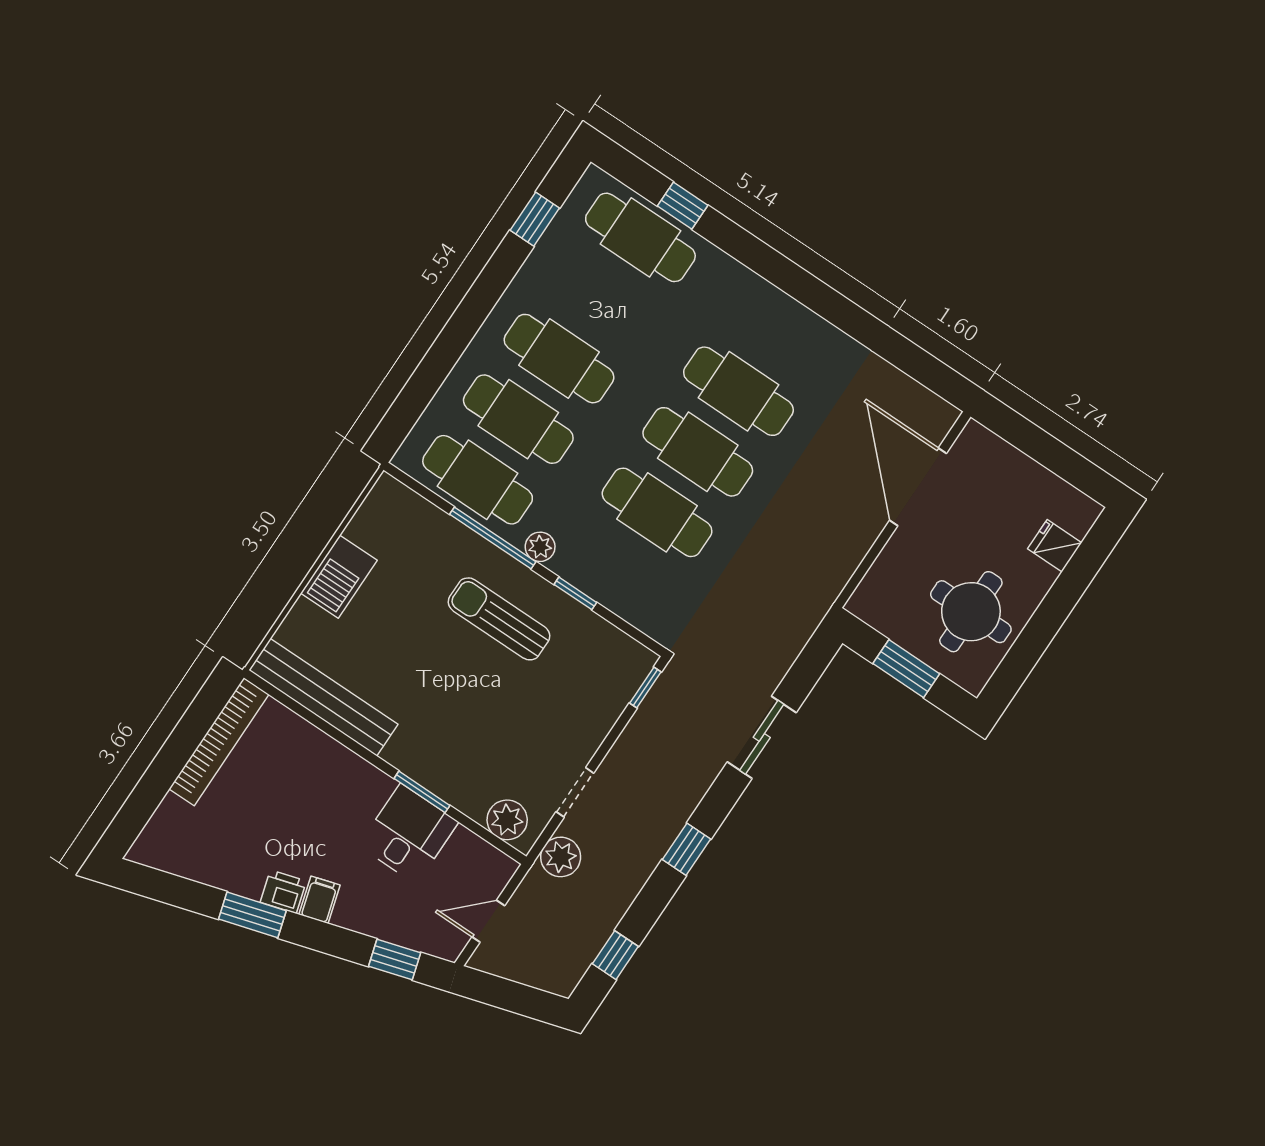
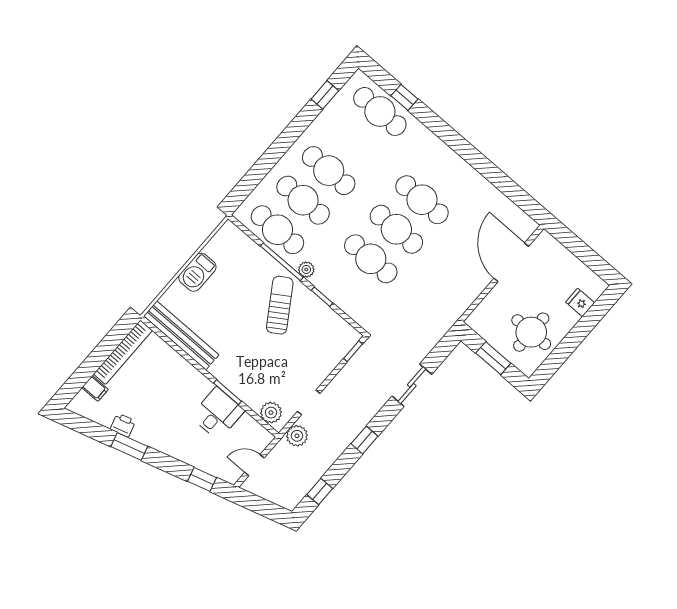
sun lounger: (499, 619) -> (280, 305), turned 57
printer: (283, 892) -> (123, 425), moved
filing cabinet: (319, 900) -> (95, 388), moved, turned 106

